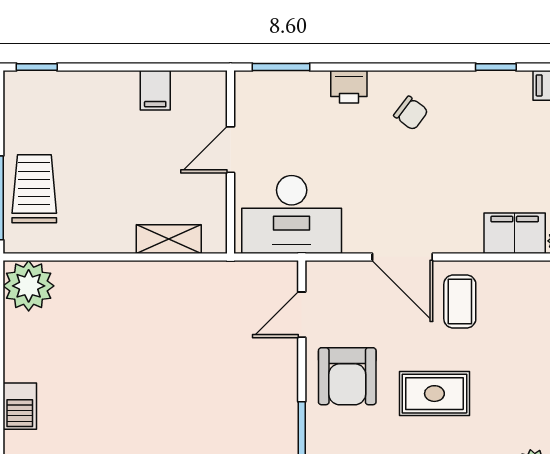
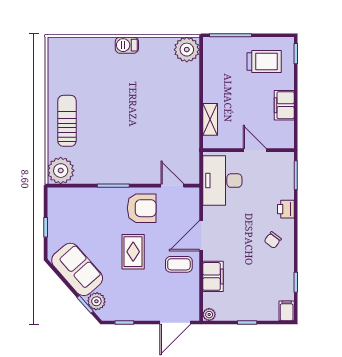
filing cabinet: (155, 90) -> (284, 105), width x2.00
trolley: (34, 189) -> (264, 62), moved
filing cabinet: (515, 233) -> (213, 276), moved
armchair: (347, 376) -> (142, 208), turned 180

